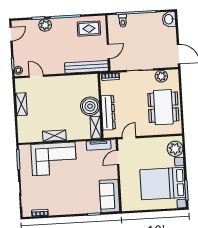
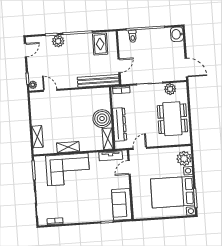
rug: (89, 29) -> (100, 44), turned 90
shelving: (21, 104) -> (37, 137), moved

